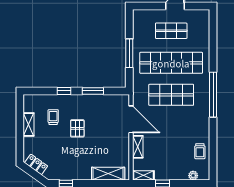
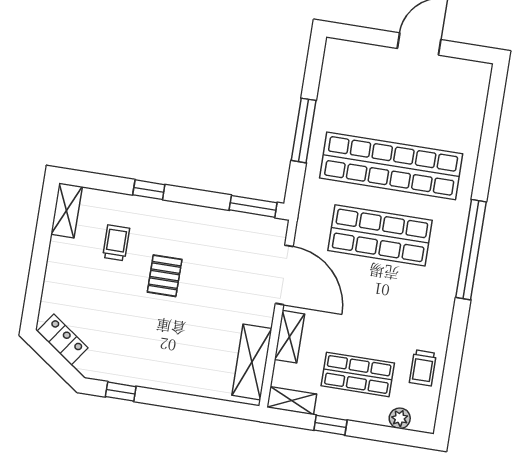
shop shelf: (171, 31) -> (358, 374), moved
window: (93, 91) -> (253, 206), moved
shelving: (29, 124) -> (67, 210), moved
shelving: (108, 174) -> (252, 362), moved, turned 90

